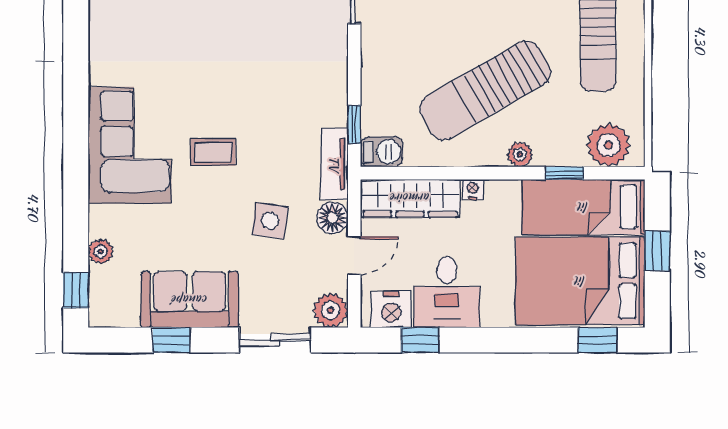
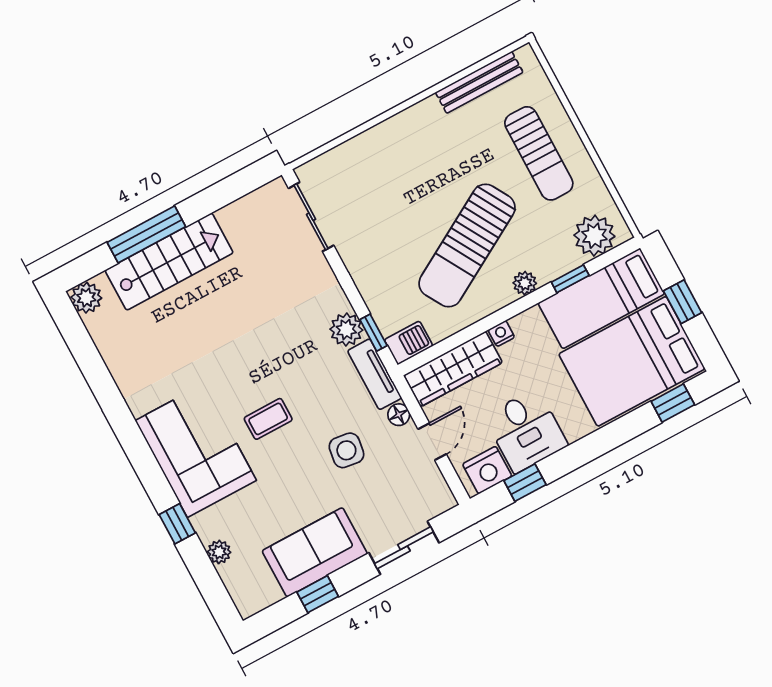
floor lamp: (332, 218) -> (399, 415), width x0.73, depth x0.73
window: (76, 290) -> (177, 524), moved
plant: (331, 310) -> (346, 330), moved

